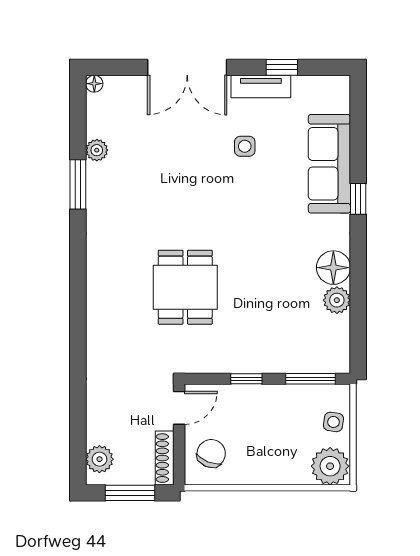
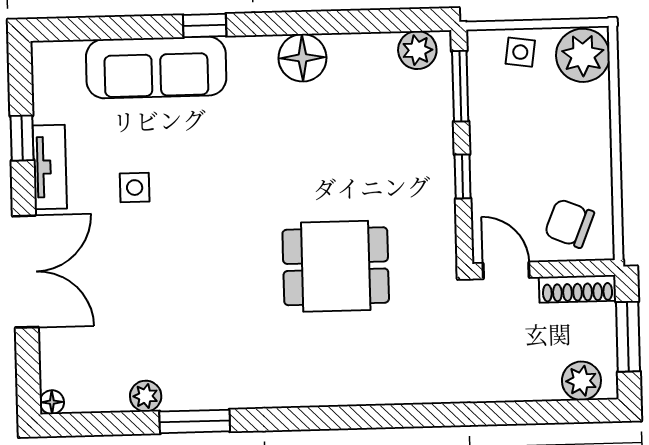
plant: (337, 300) -> (417, 50), moved

